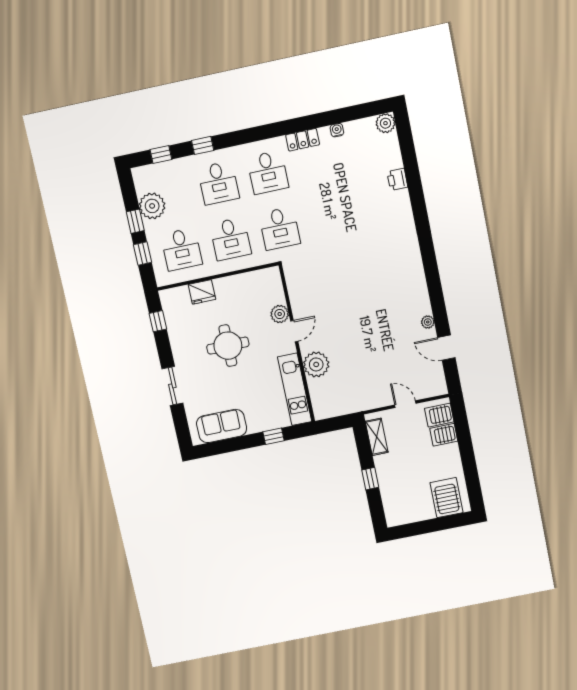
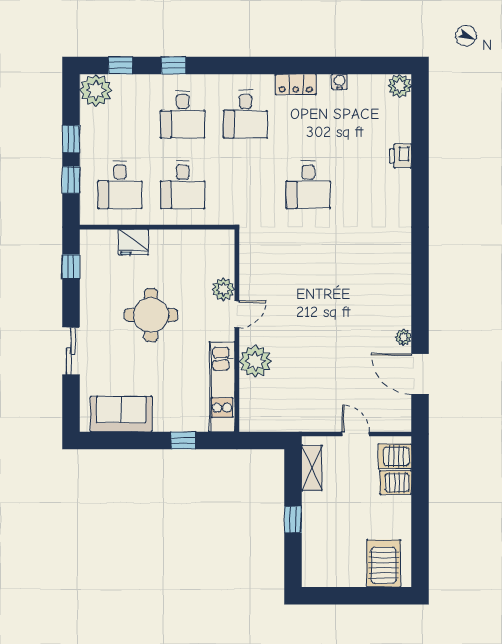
plant: (152, 206) -> (96, 90), moved
desk: (280, 228) -> (308, 185), moved
door: (446, 348) -> (420, 374), width x1.38

